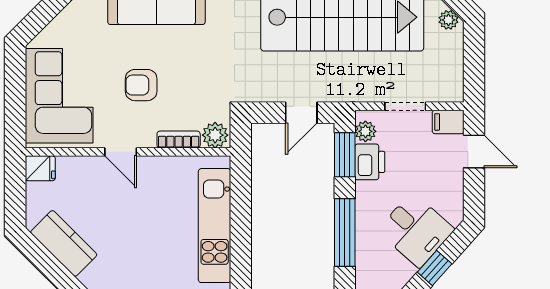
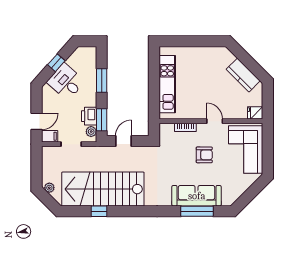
plant: (215, 135) -> (167, 130), removed
door: (474, 151) -> (36, 121), swing flipped
window: (345, 232) -> (102, 81), width x0.69

